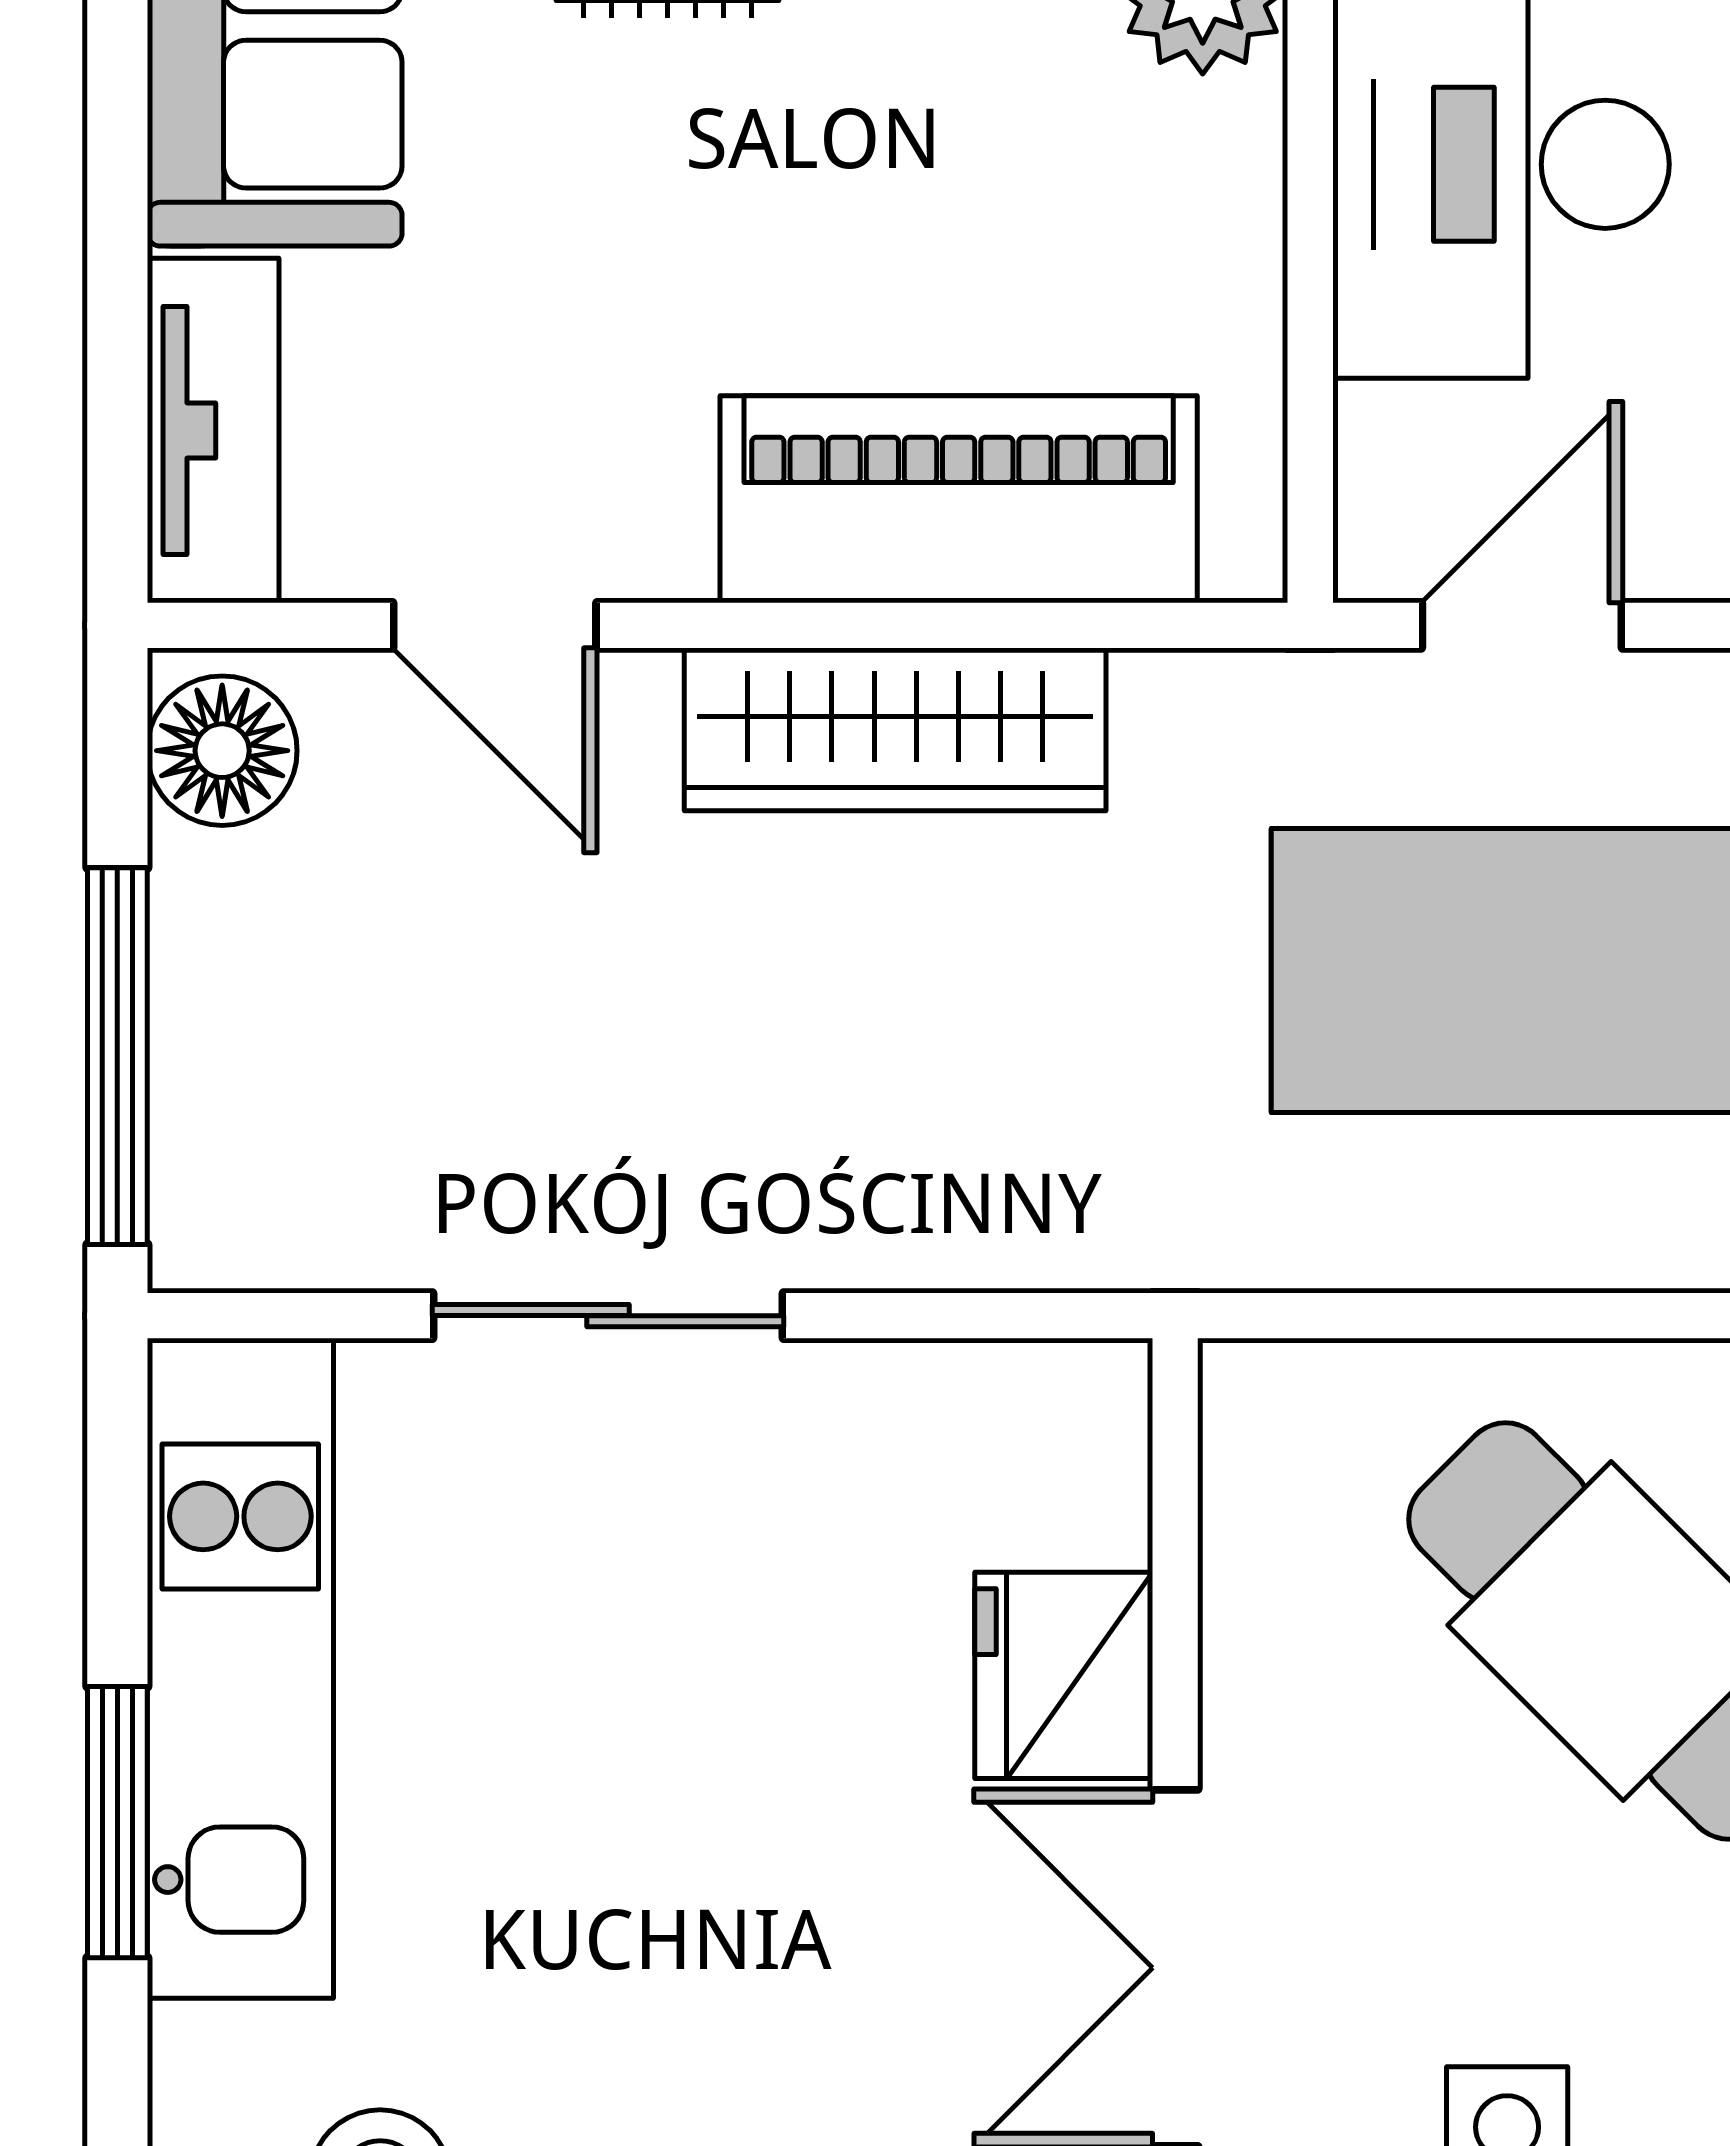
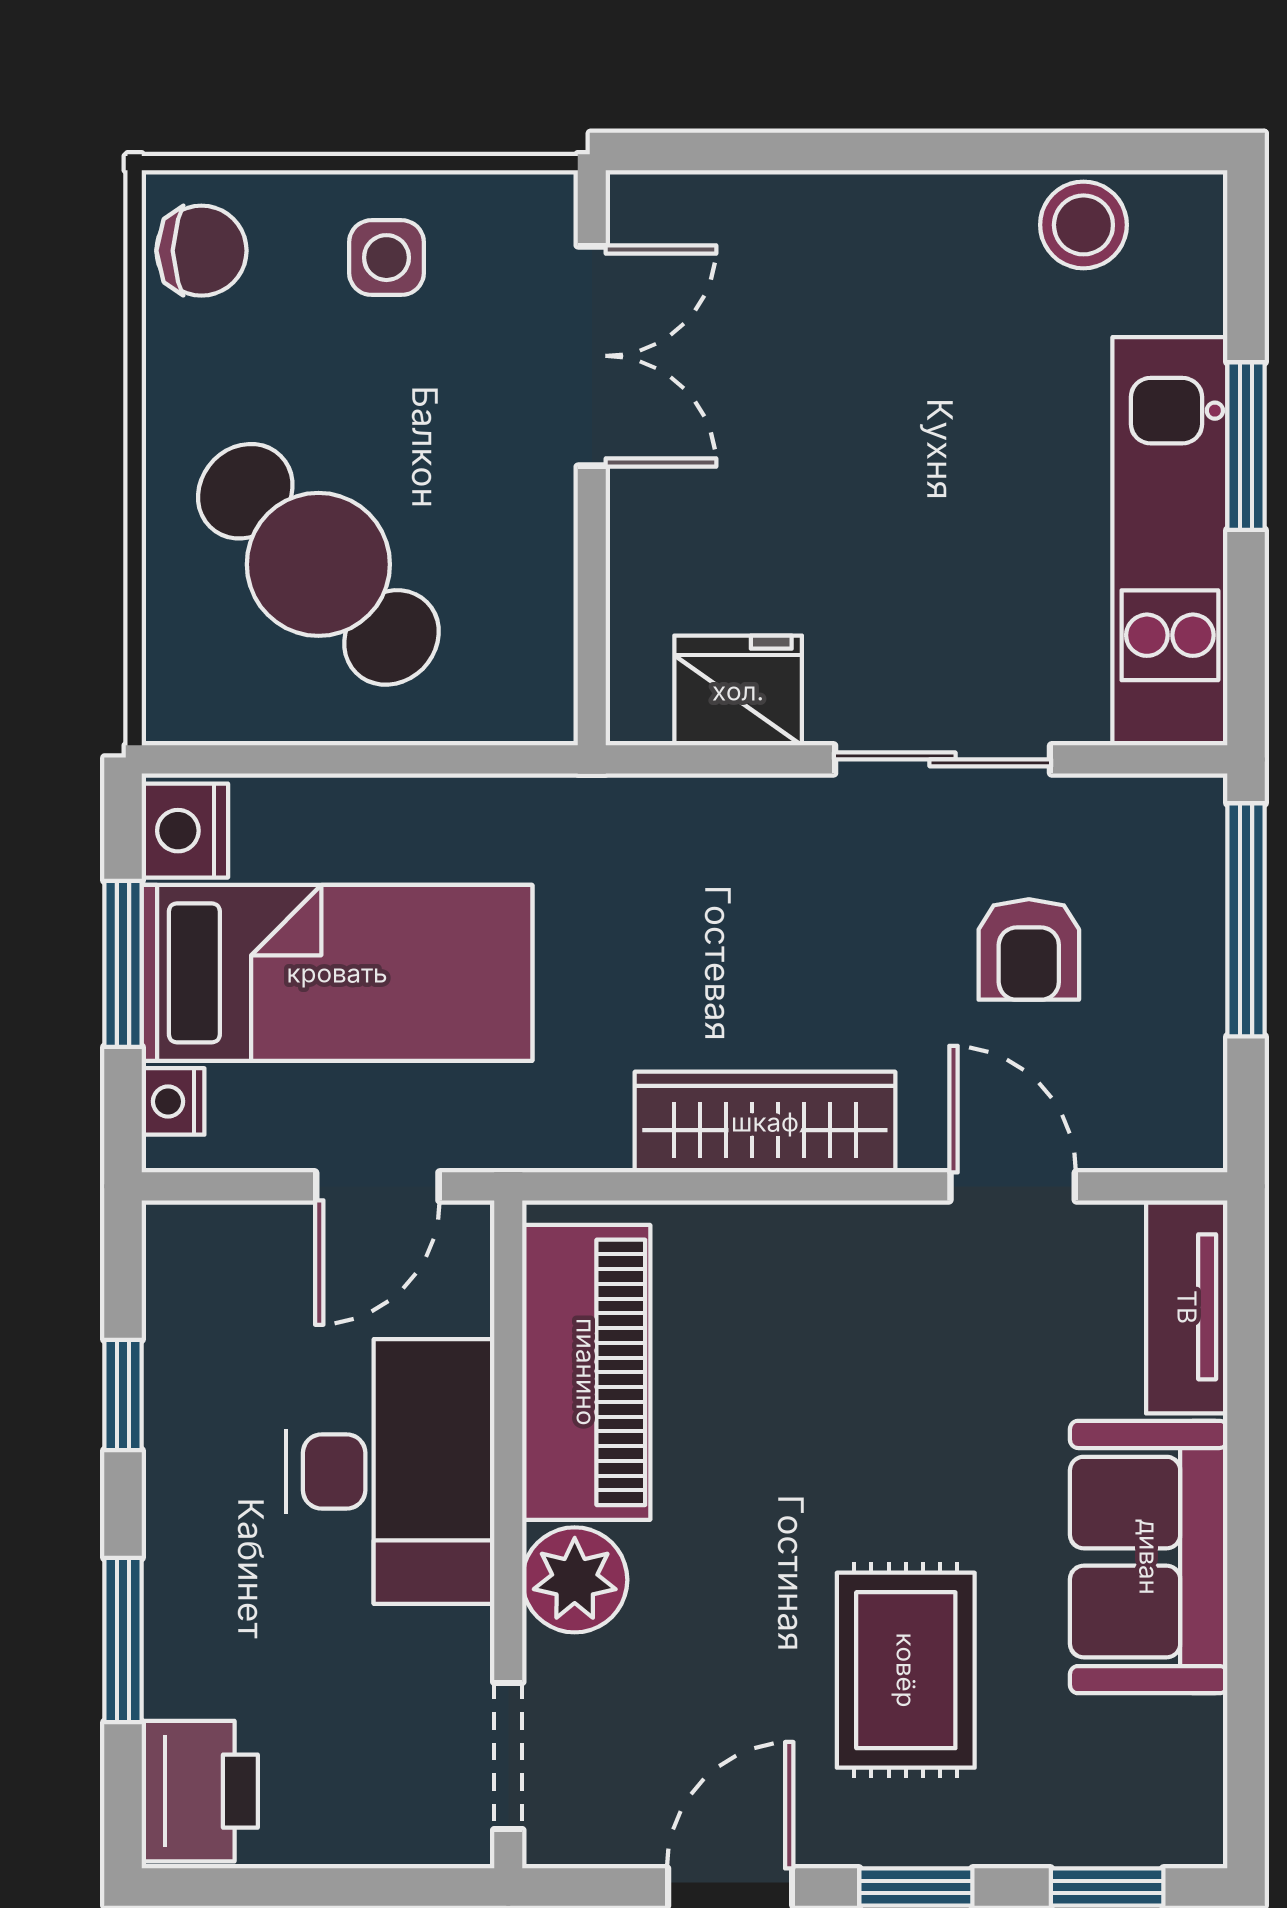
piano: (959, 499) -> (586, 1372), moved, turned -90
floor lamp: (222, 751) -> (1181, 1109), removed
armchair: (469, 1008) -> (1029, 949), added
fridge: (1064, 1675) -> (738, 691), moved, turned -90

